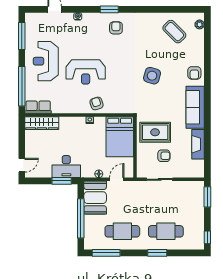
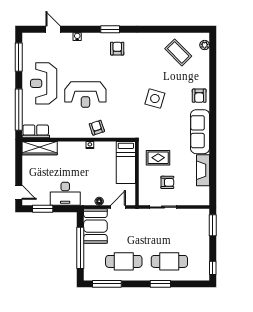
rug: (155, 132) -> (158, 158), width x0.73, depth x0.70
bed: (120, 137) -> (126, 162), width x0.67
door: (22, 165) -> (19, 192), hinge flipped
window: (62, 181) -> (43, 209), moved

